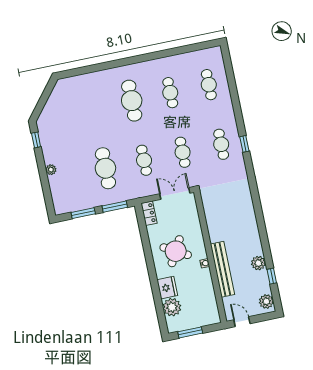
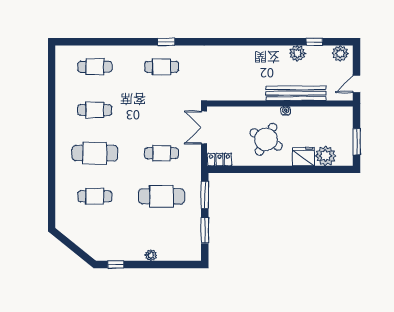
cafe table: (183, 152) -> (95, 196), moved

